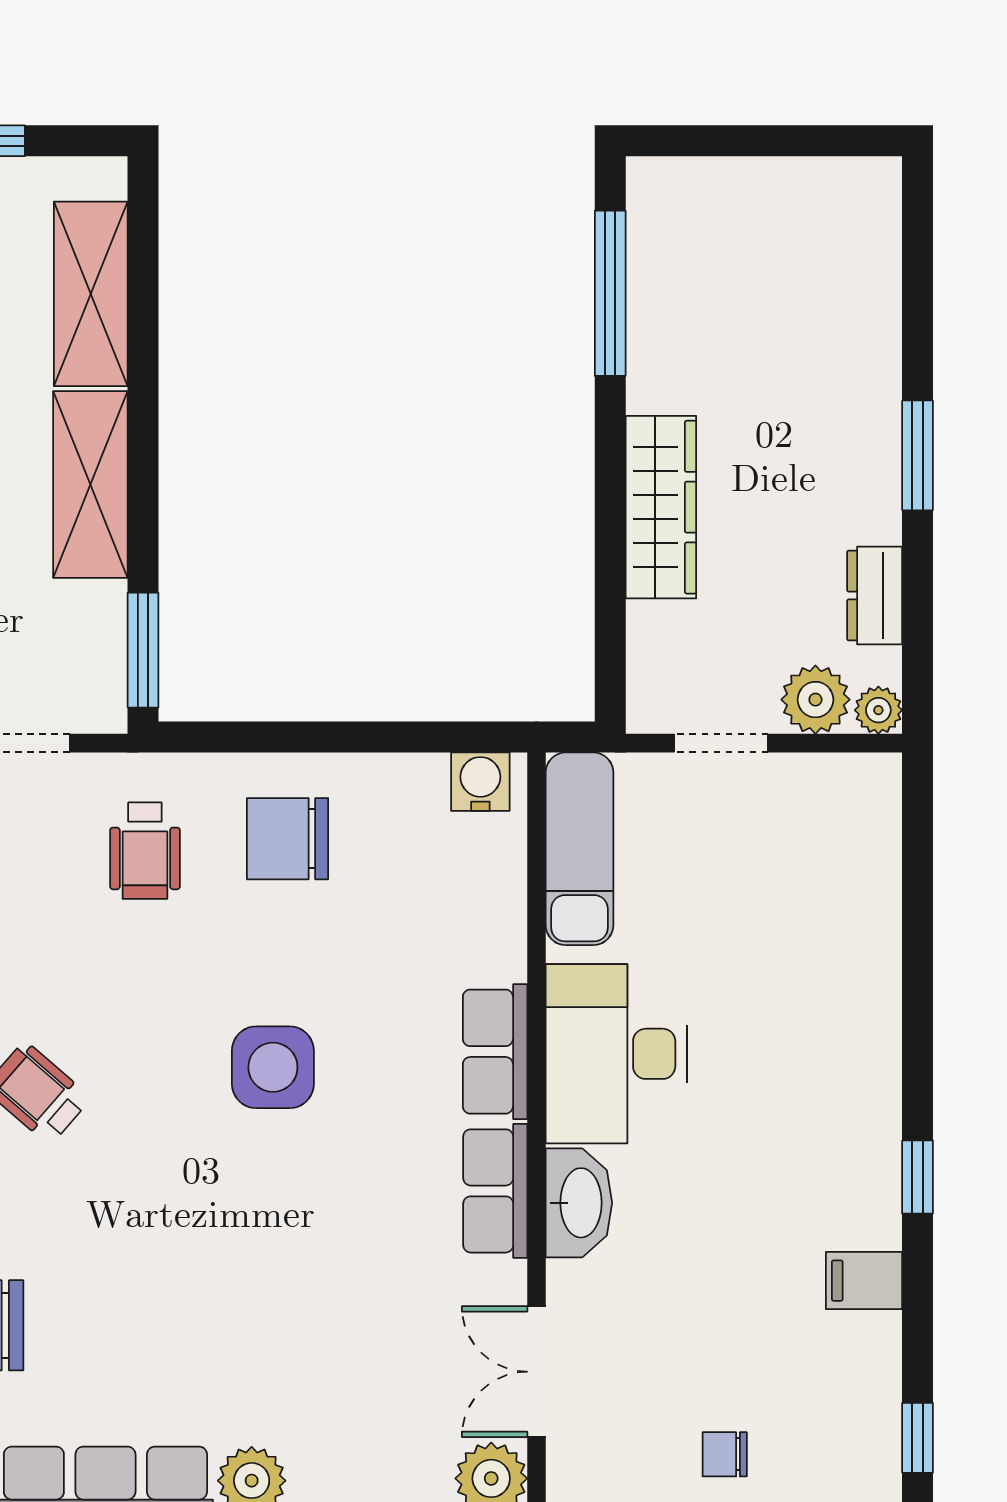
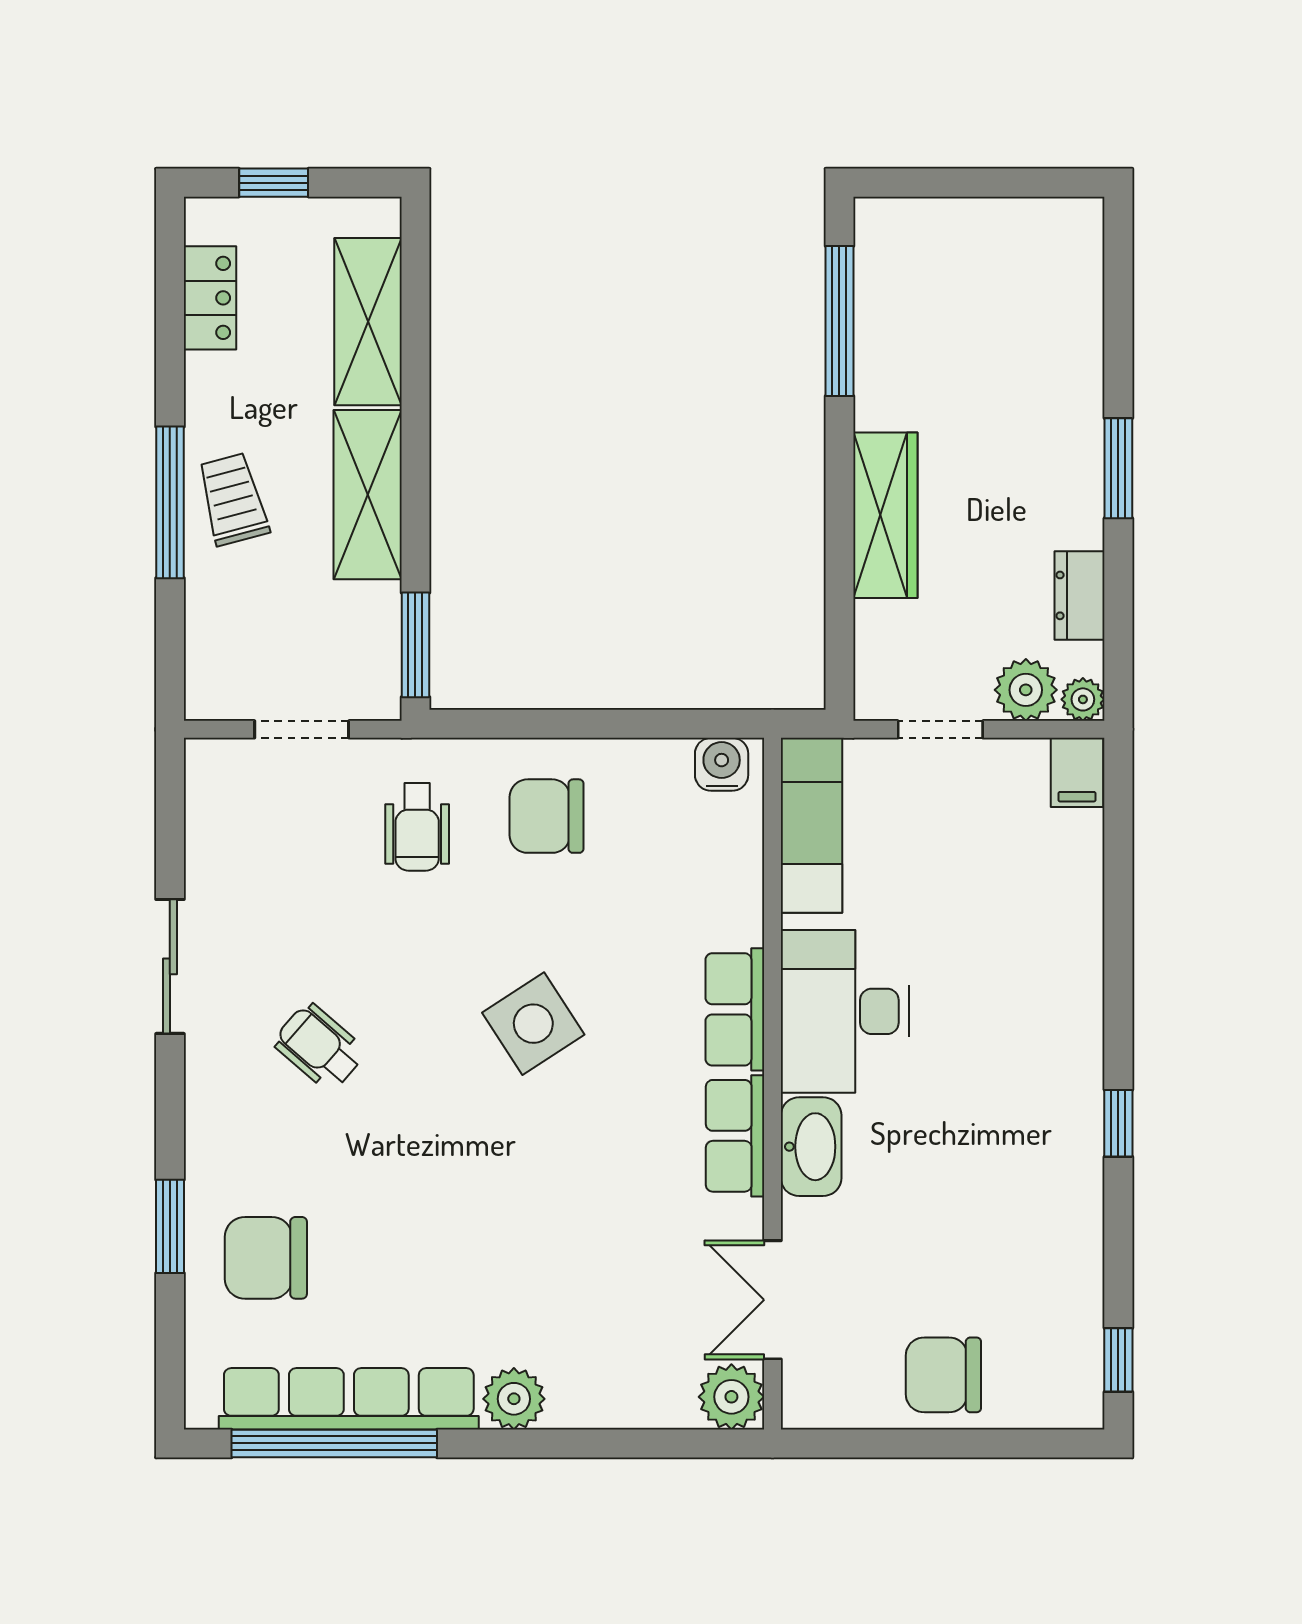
side table: (273, 1067) -> (533, 1024), turned -33
filing cabinet: (864, 1281) -> (1077, 772), moved, turned -90
chair: (725, 1454) -> (943, 1375), width x1.87, depth x1.87

